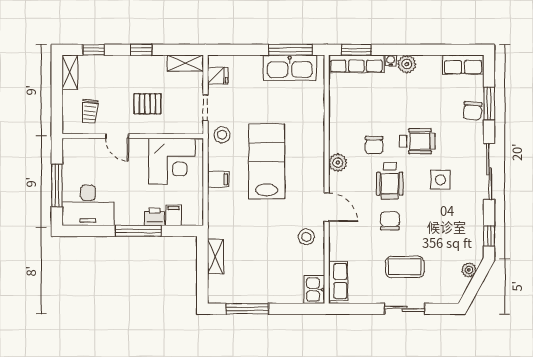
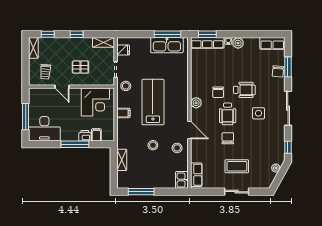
stool: (267, 232) -> (153, 145), added

